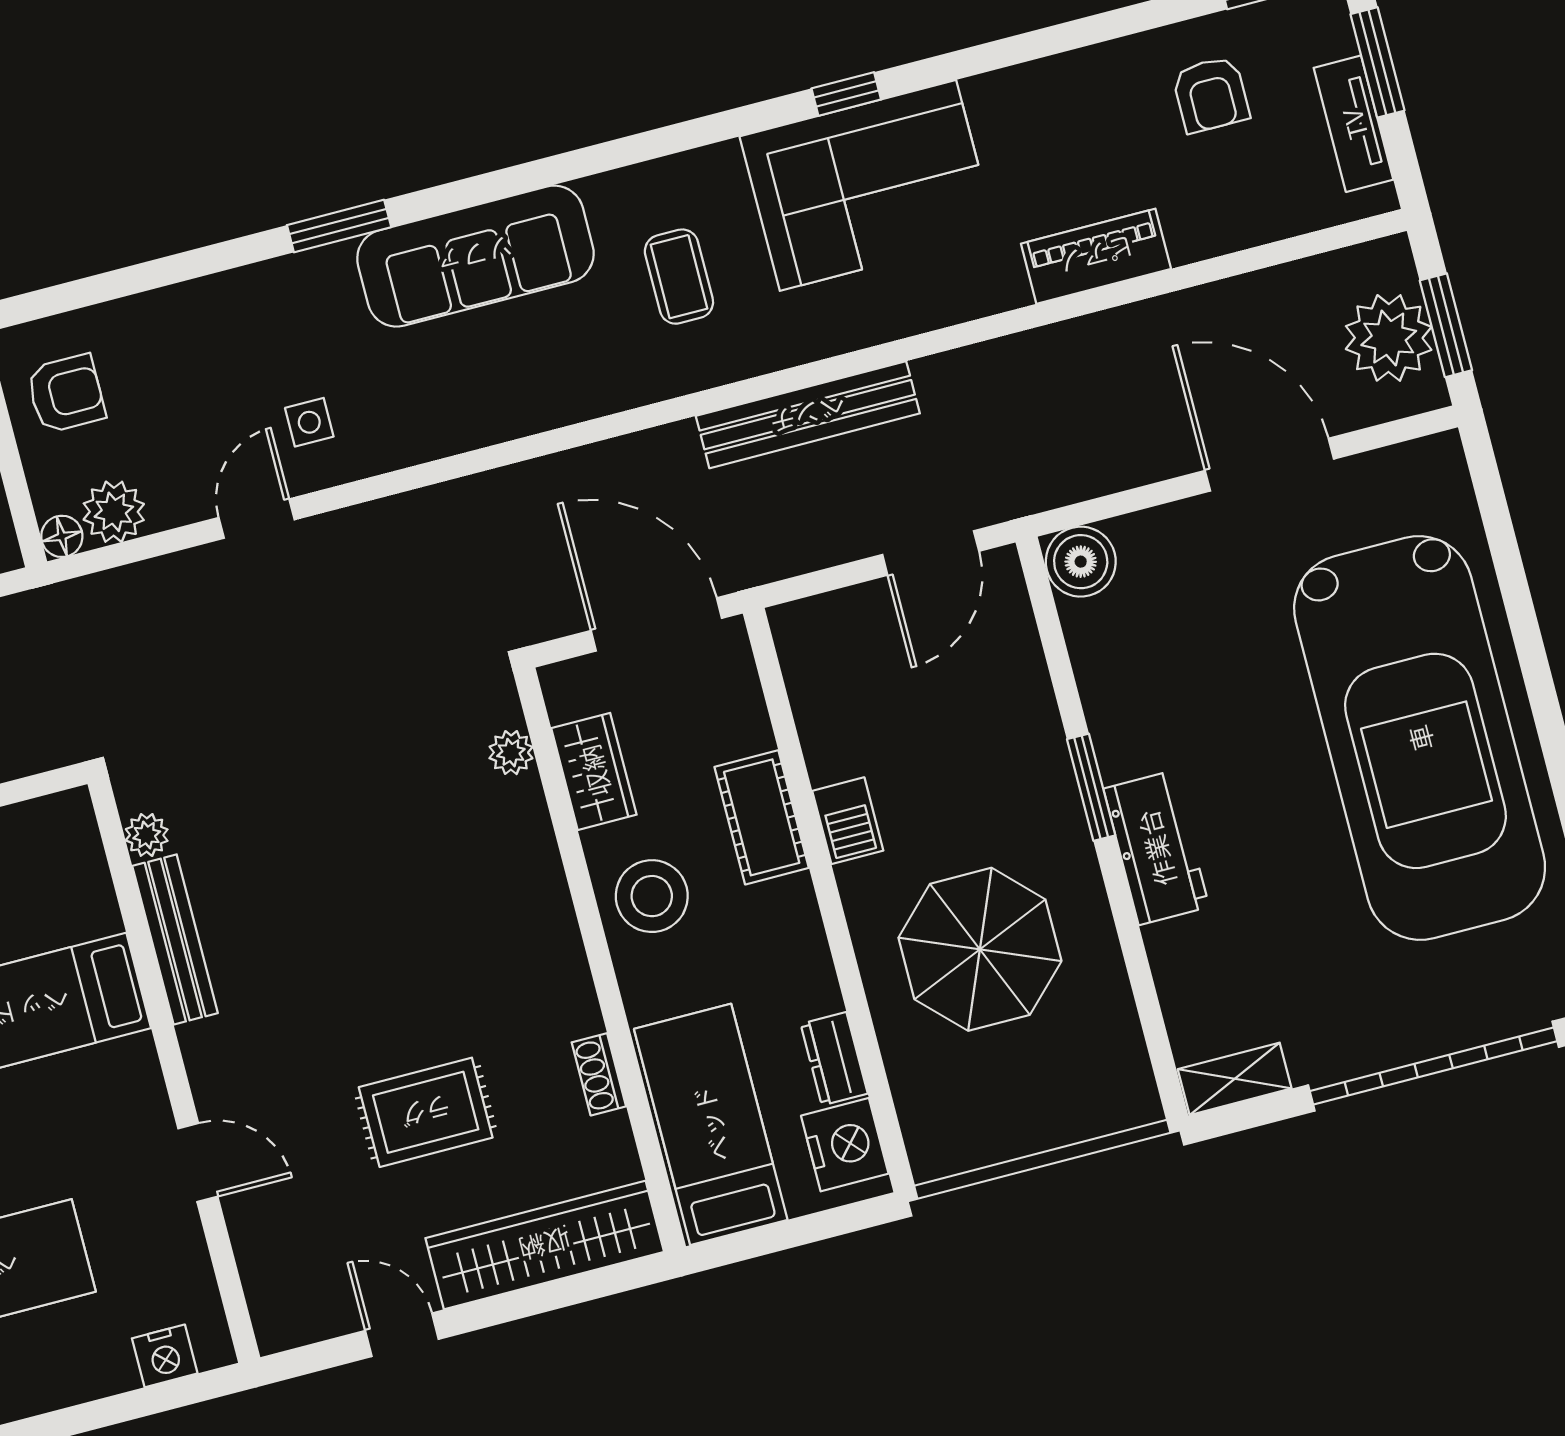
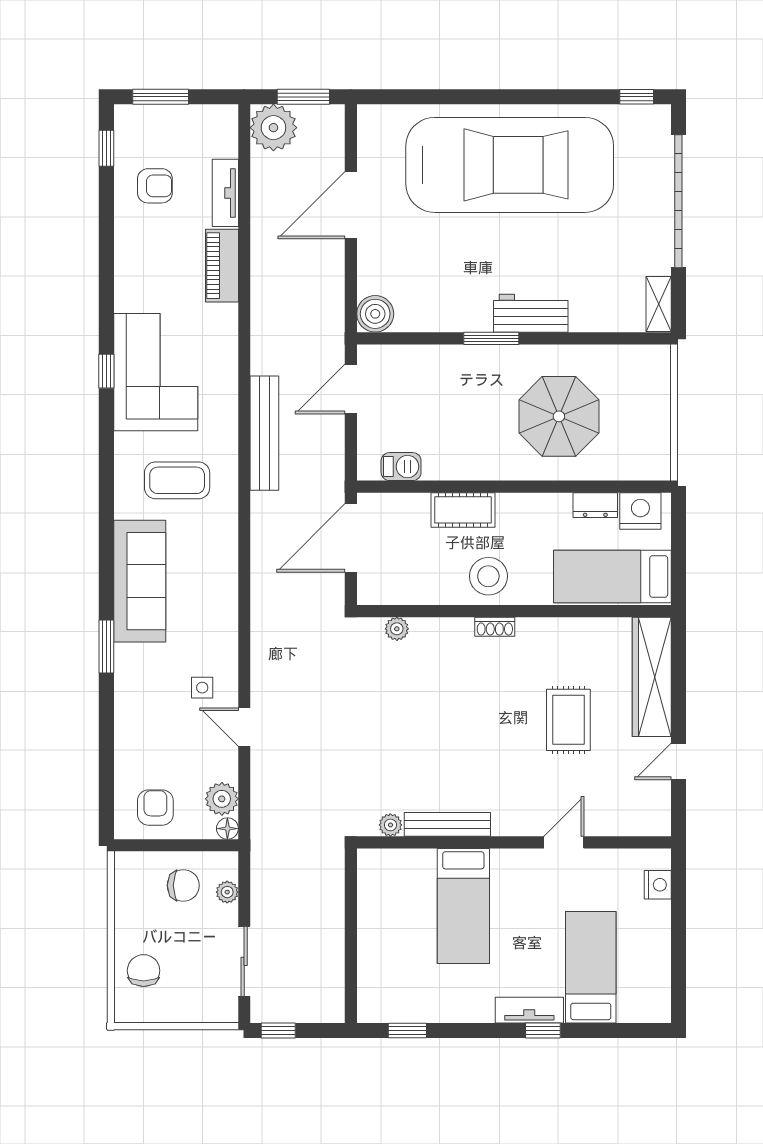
tv unit: (1354, 124) -> (225, 193), moved, turned 90
coffee table: (679, 277) -> (177, 480), width x1.36, depth x1.30
plant: (1389, 338) -> (273, 128), moved
door: (931, 553) -> (351, 389), swing flipped
wardrobe: (594, 771) -> (417, 589), removed
barbecue: (848, 821) -> (401, 467), moved
shoe rack: (599, 1074) -> (495, 627), moved

